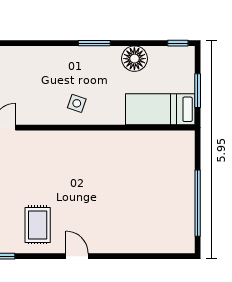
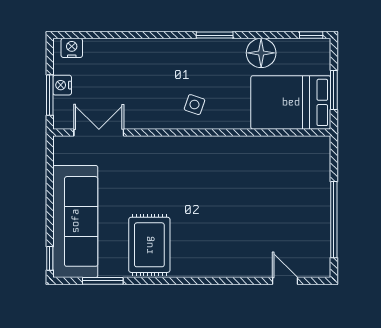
bed: (160, 109) -> (291, 102), width x1.50
rug: (38, 225) -> (149, 245), width x1.36, depth x1.43
door: (77, 256) -> (285, 281), moved

